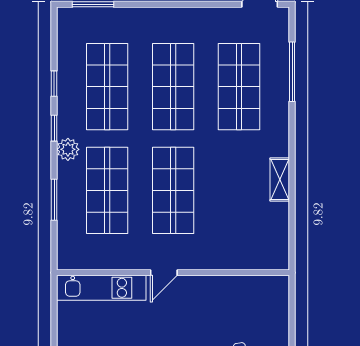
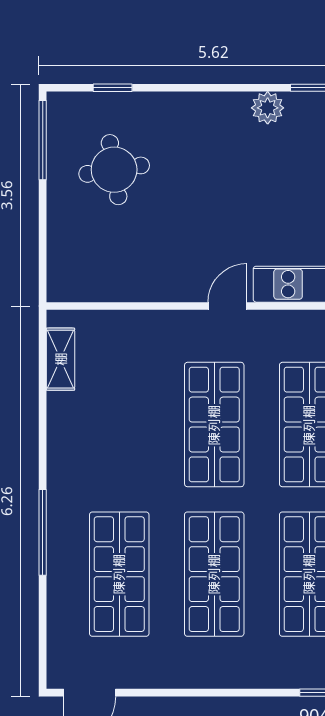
window: (292, 72) -> (43, 532), moved
shelving: (280, 180) -> (61, 359), moved

